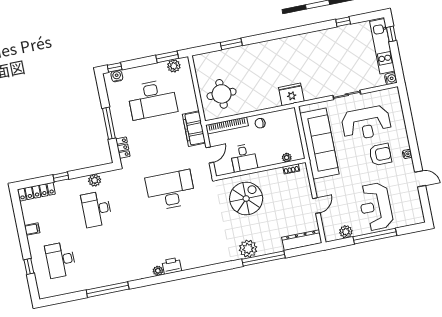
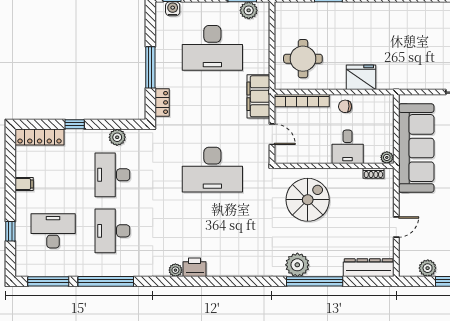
fridge: (291, 94) -> (361, 77), moved
door: (210, 155) -> (272, 134), hinge flipped
desk: (244, 158) -> (348, 147), moved
plant: (287, 158) -> (387, 157), moved
desk: (170, 190) -> (212, 170), turned 180
desk: (105, 251) -> (112, 231), added
desk: (61, 260) -> (53, 231), turned 90
window: (65, 298) -> (48, 281), added

